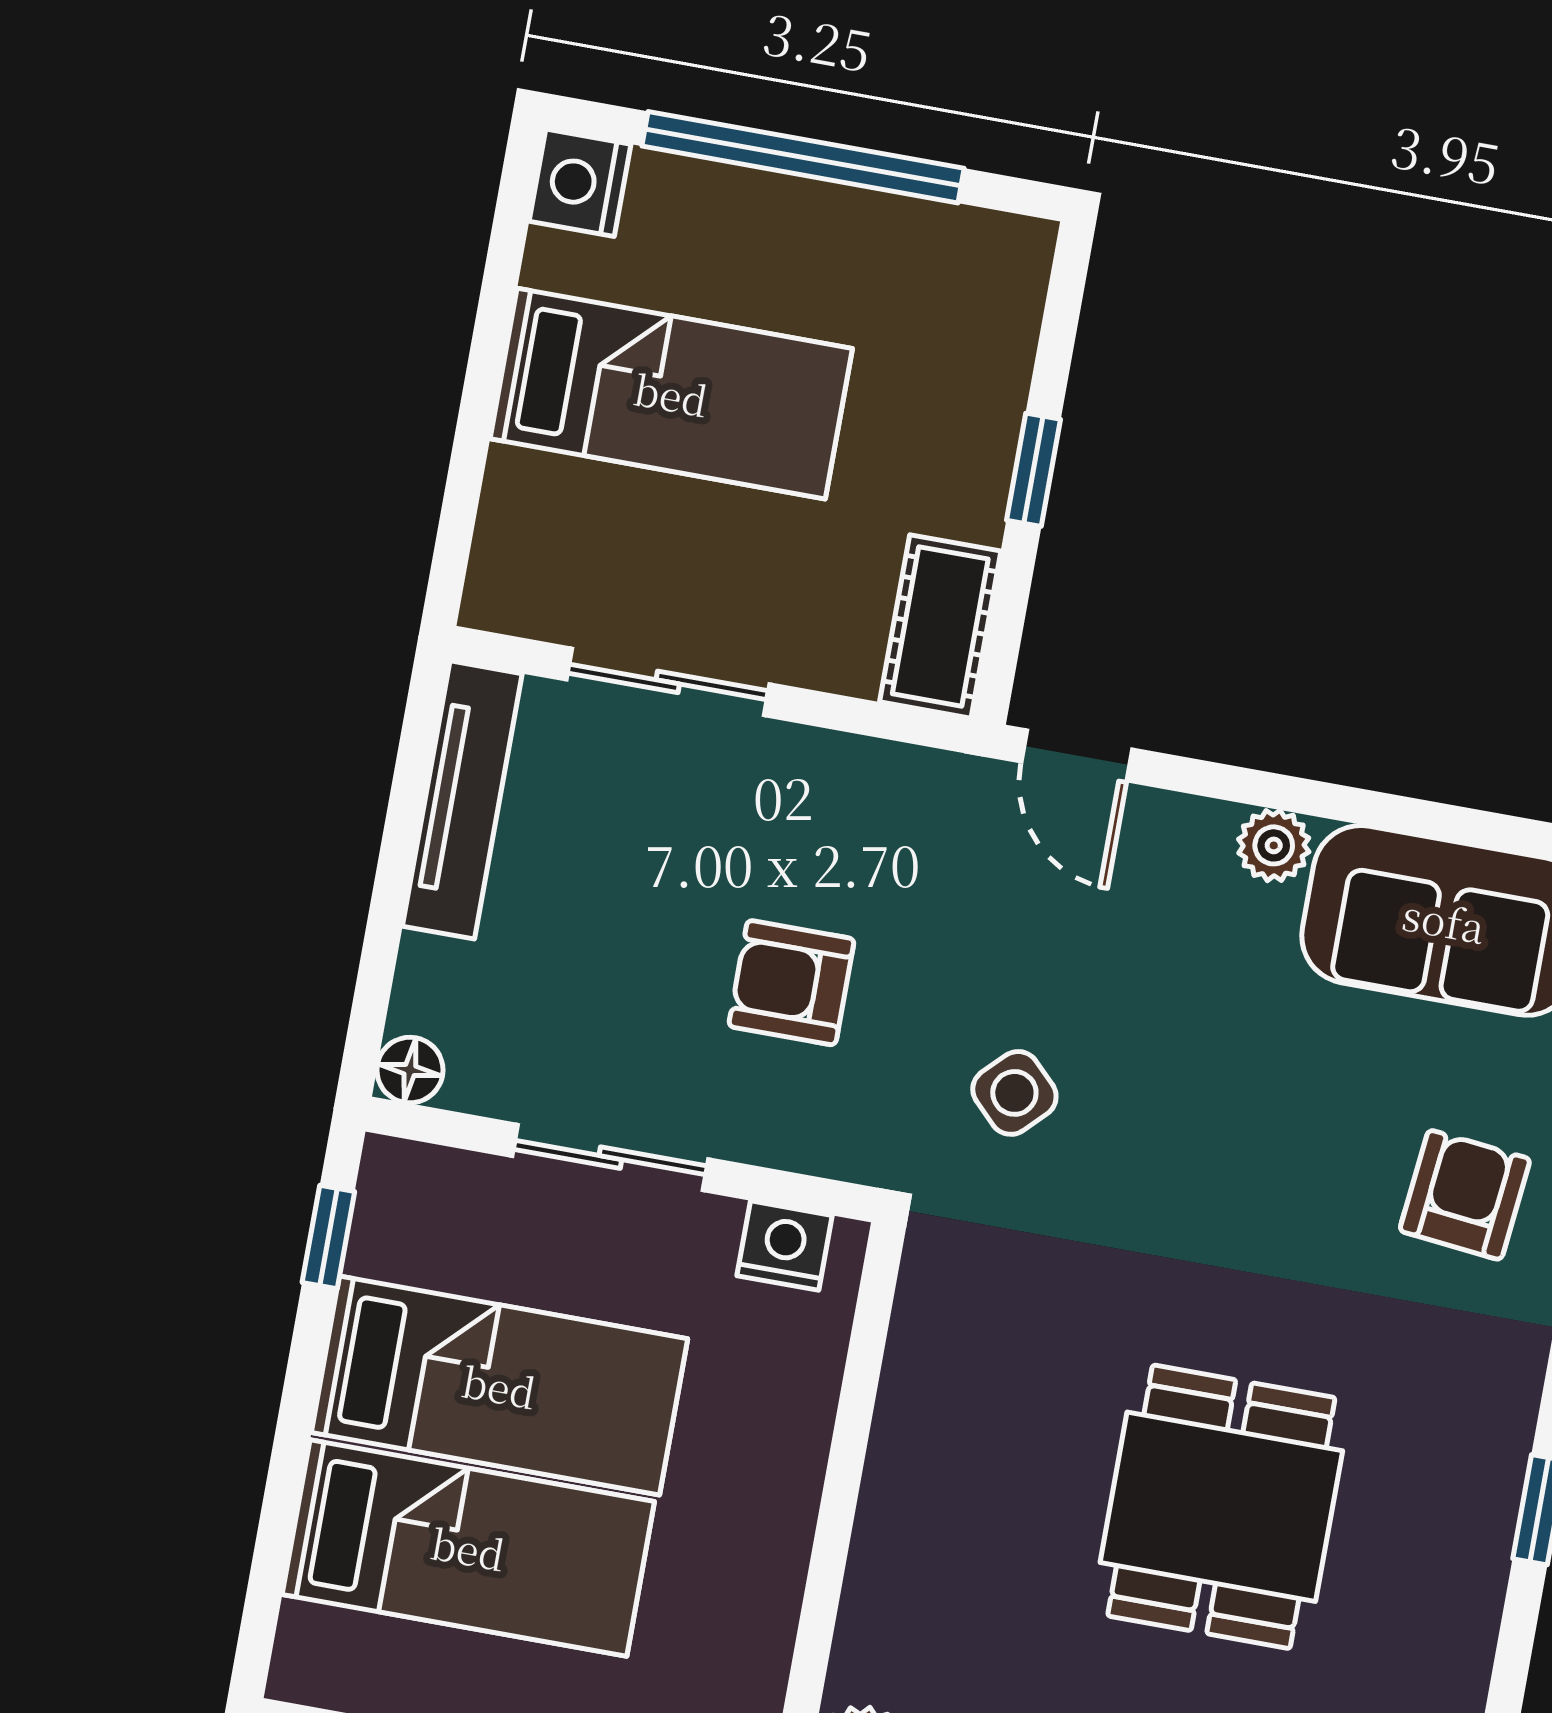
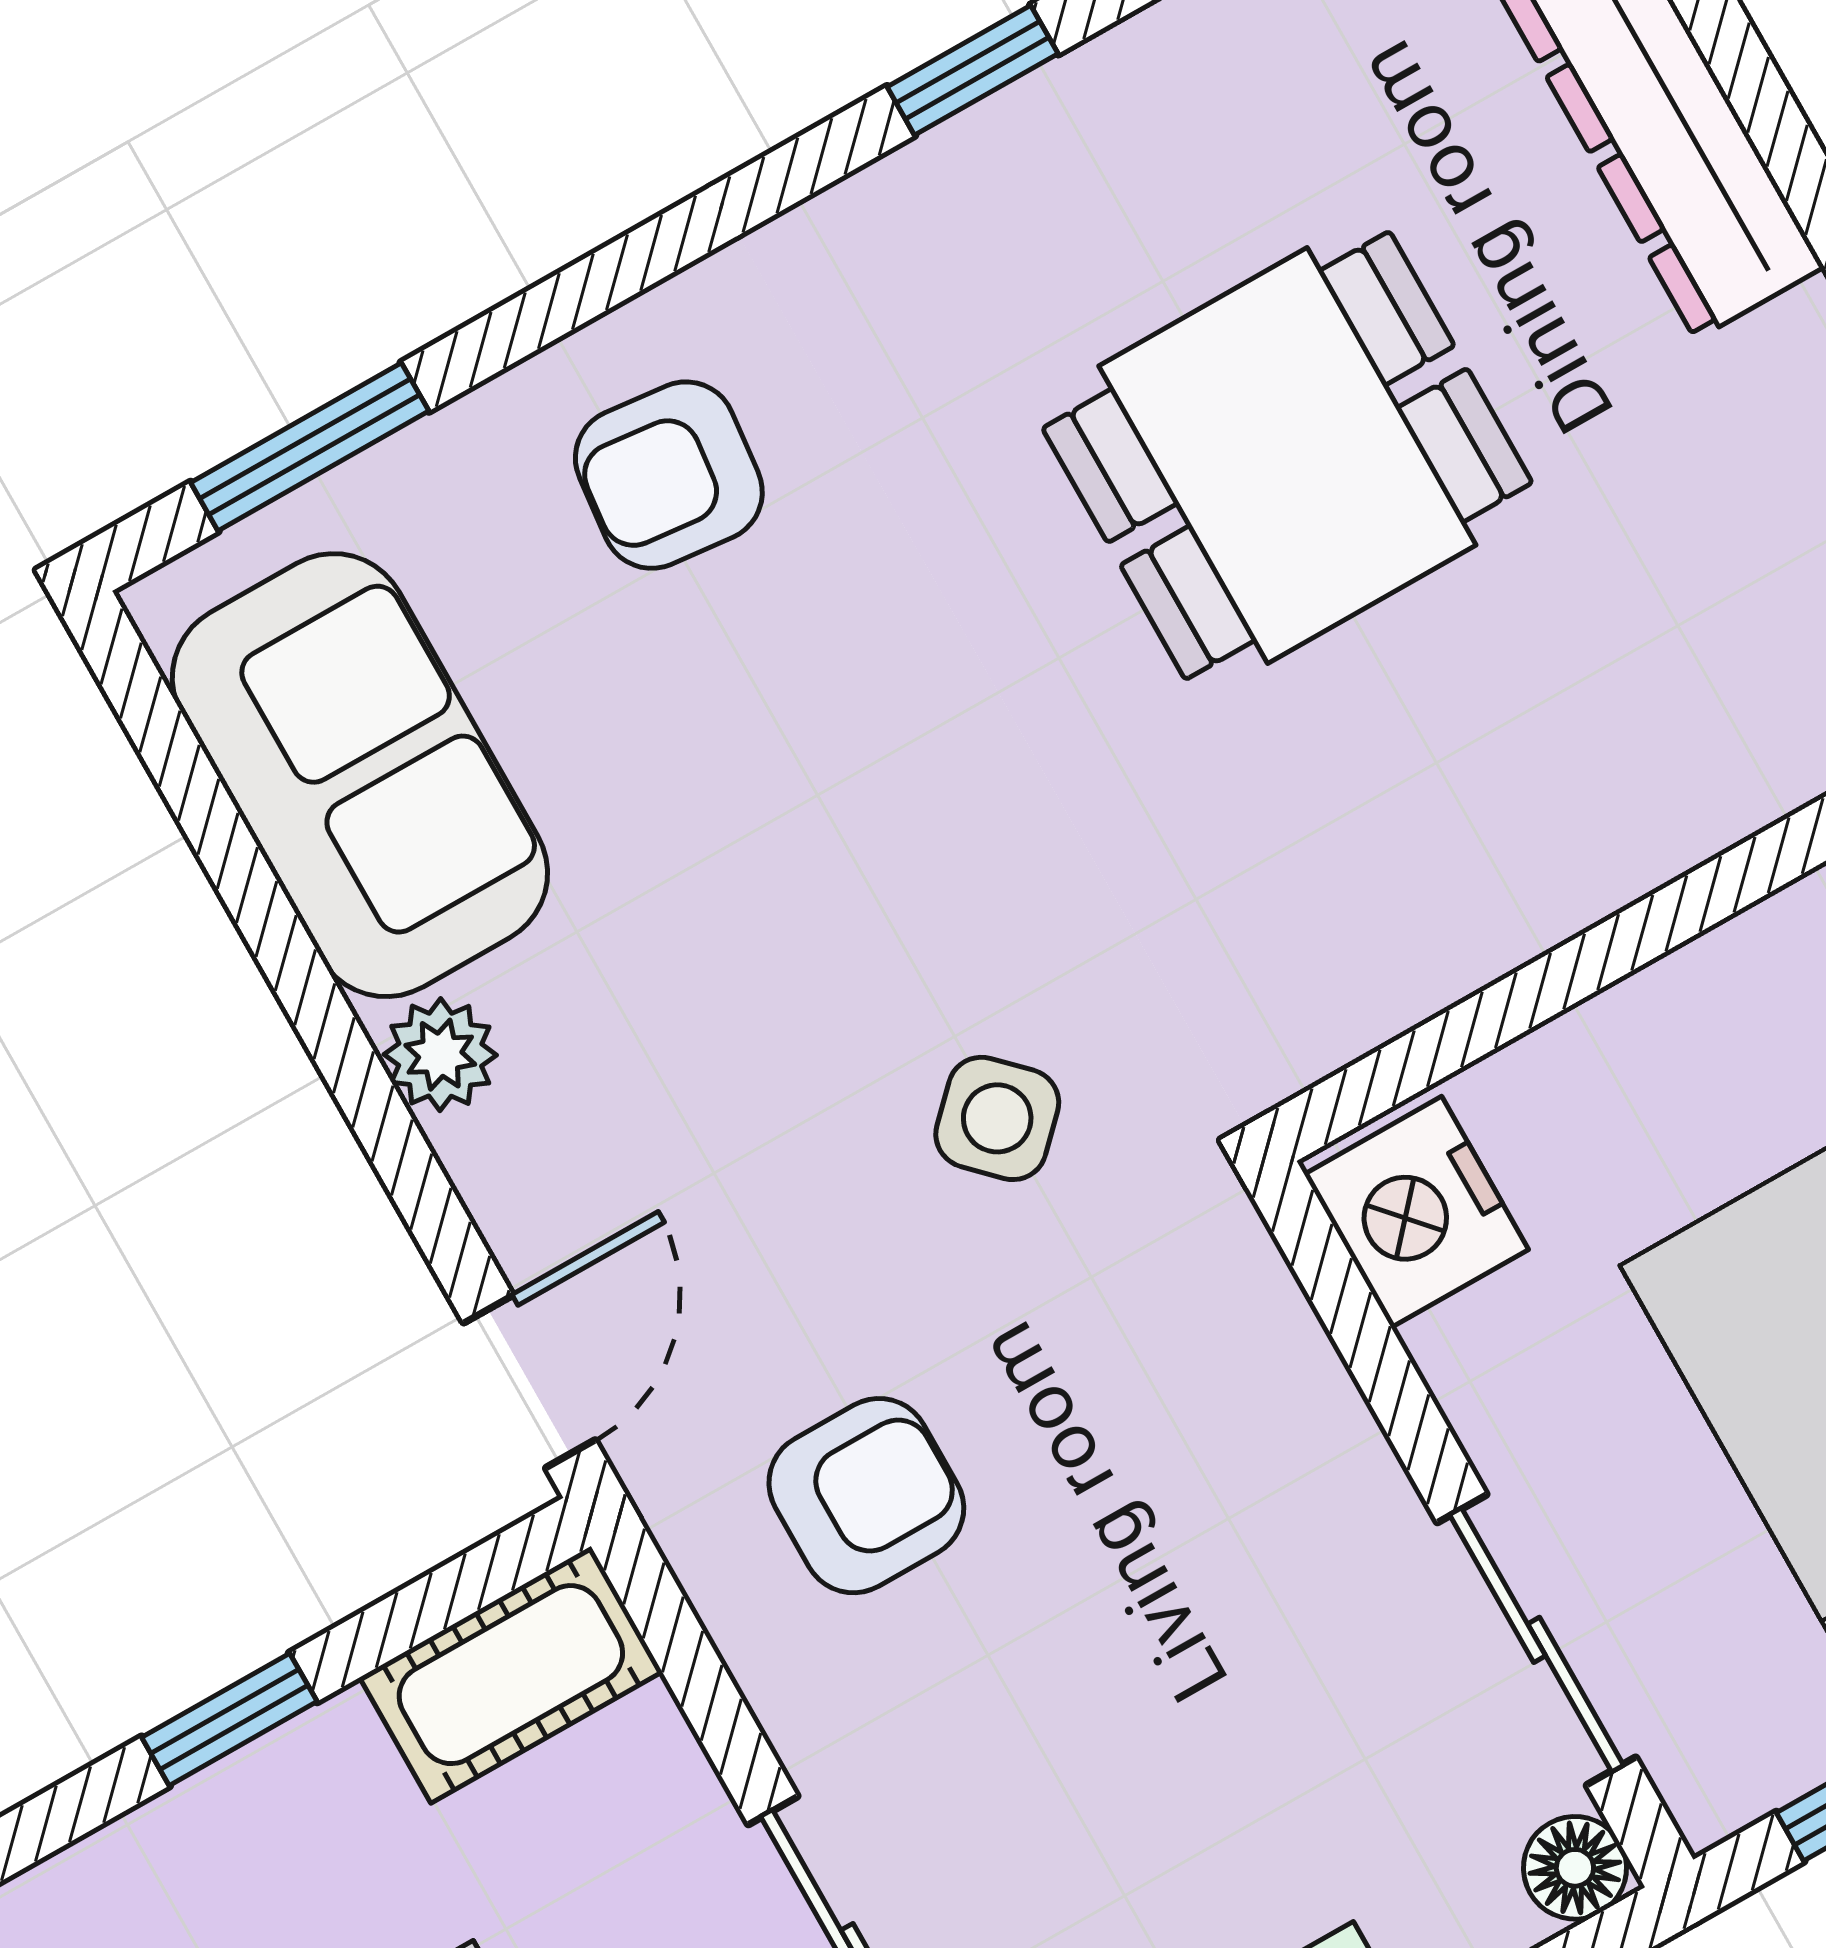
armchair: (791, 983) -> (866, 1496), moved, turned -90
sliding door: (610, 1158) -> (1537, 1640), moved
nightstand: (785, 1246) -> (1416, 1212), width x1.36, depth x1.33

